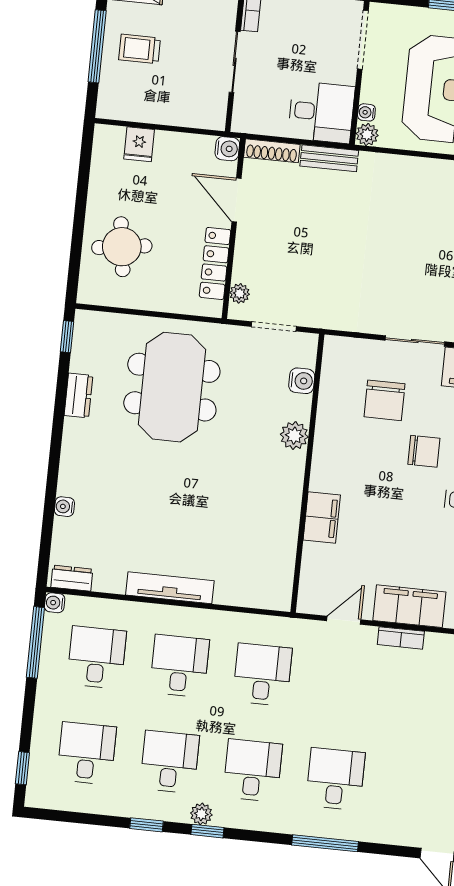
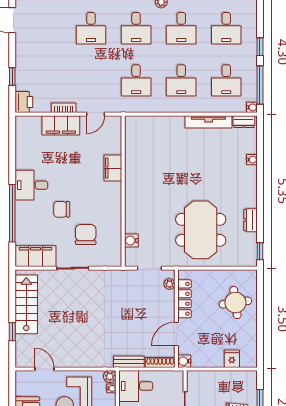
door: (236, 200) -> (176, 334), swing flipped
plant: (294, 436) -> (132, 211), removed
tv unit: (170, 588) -> (209, 122), moved
window: (22, 768) -> (260, 47), moved

